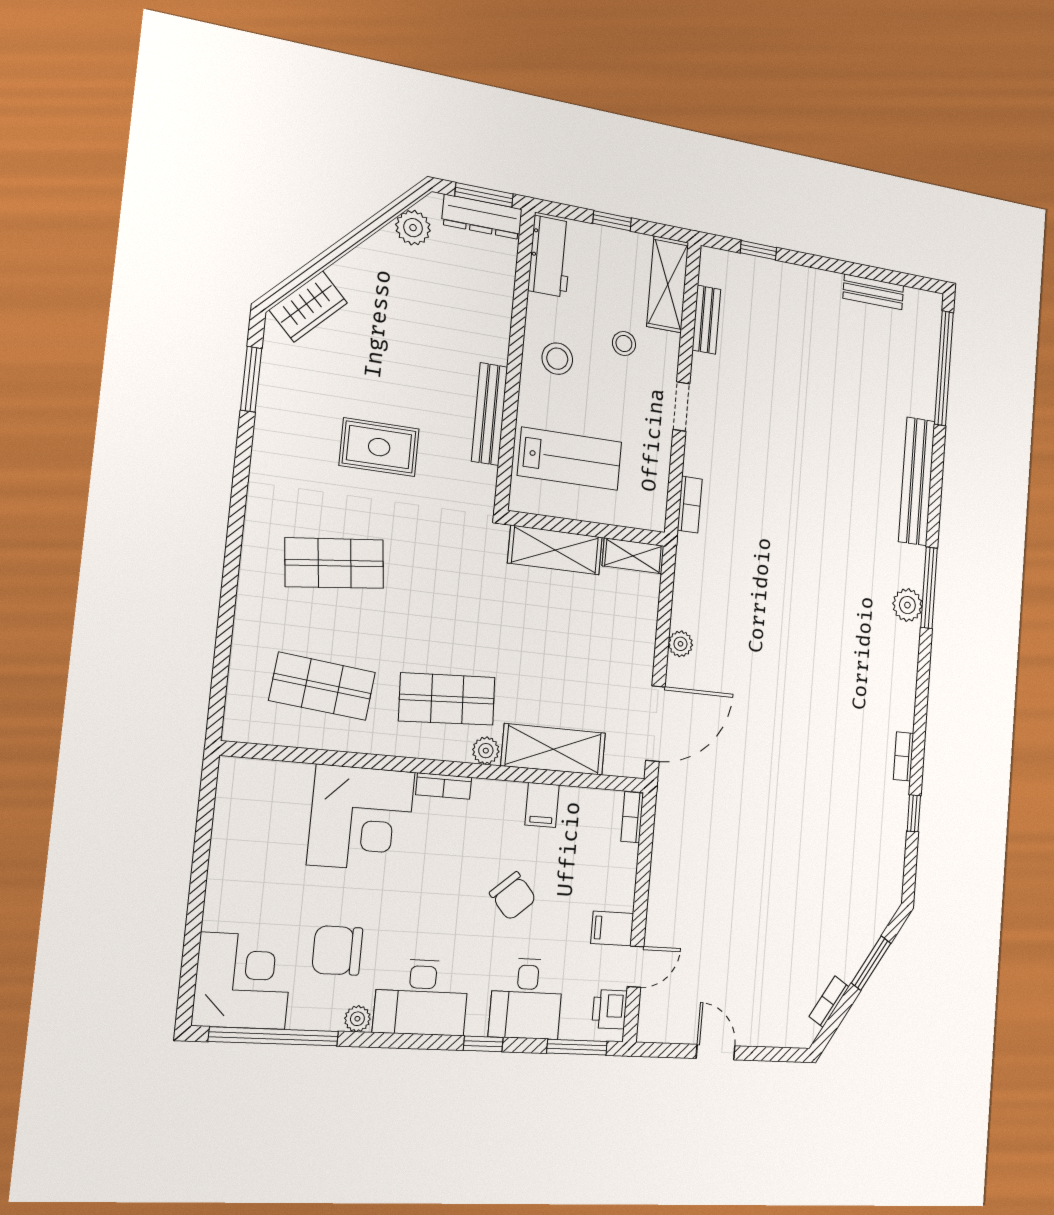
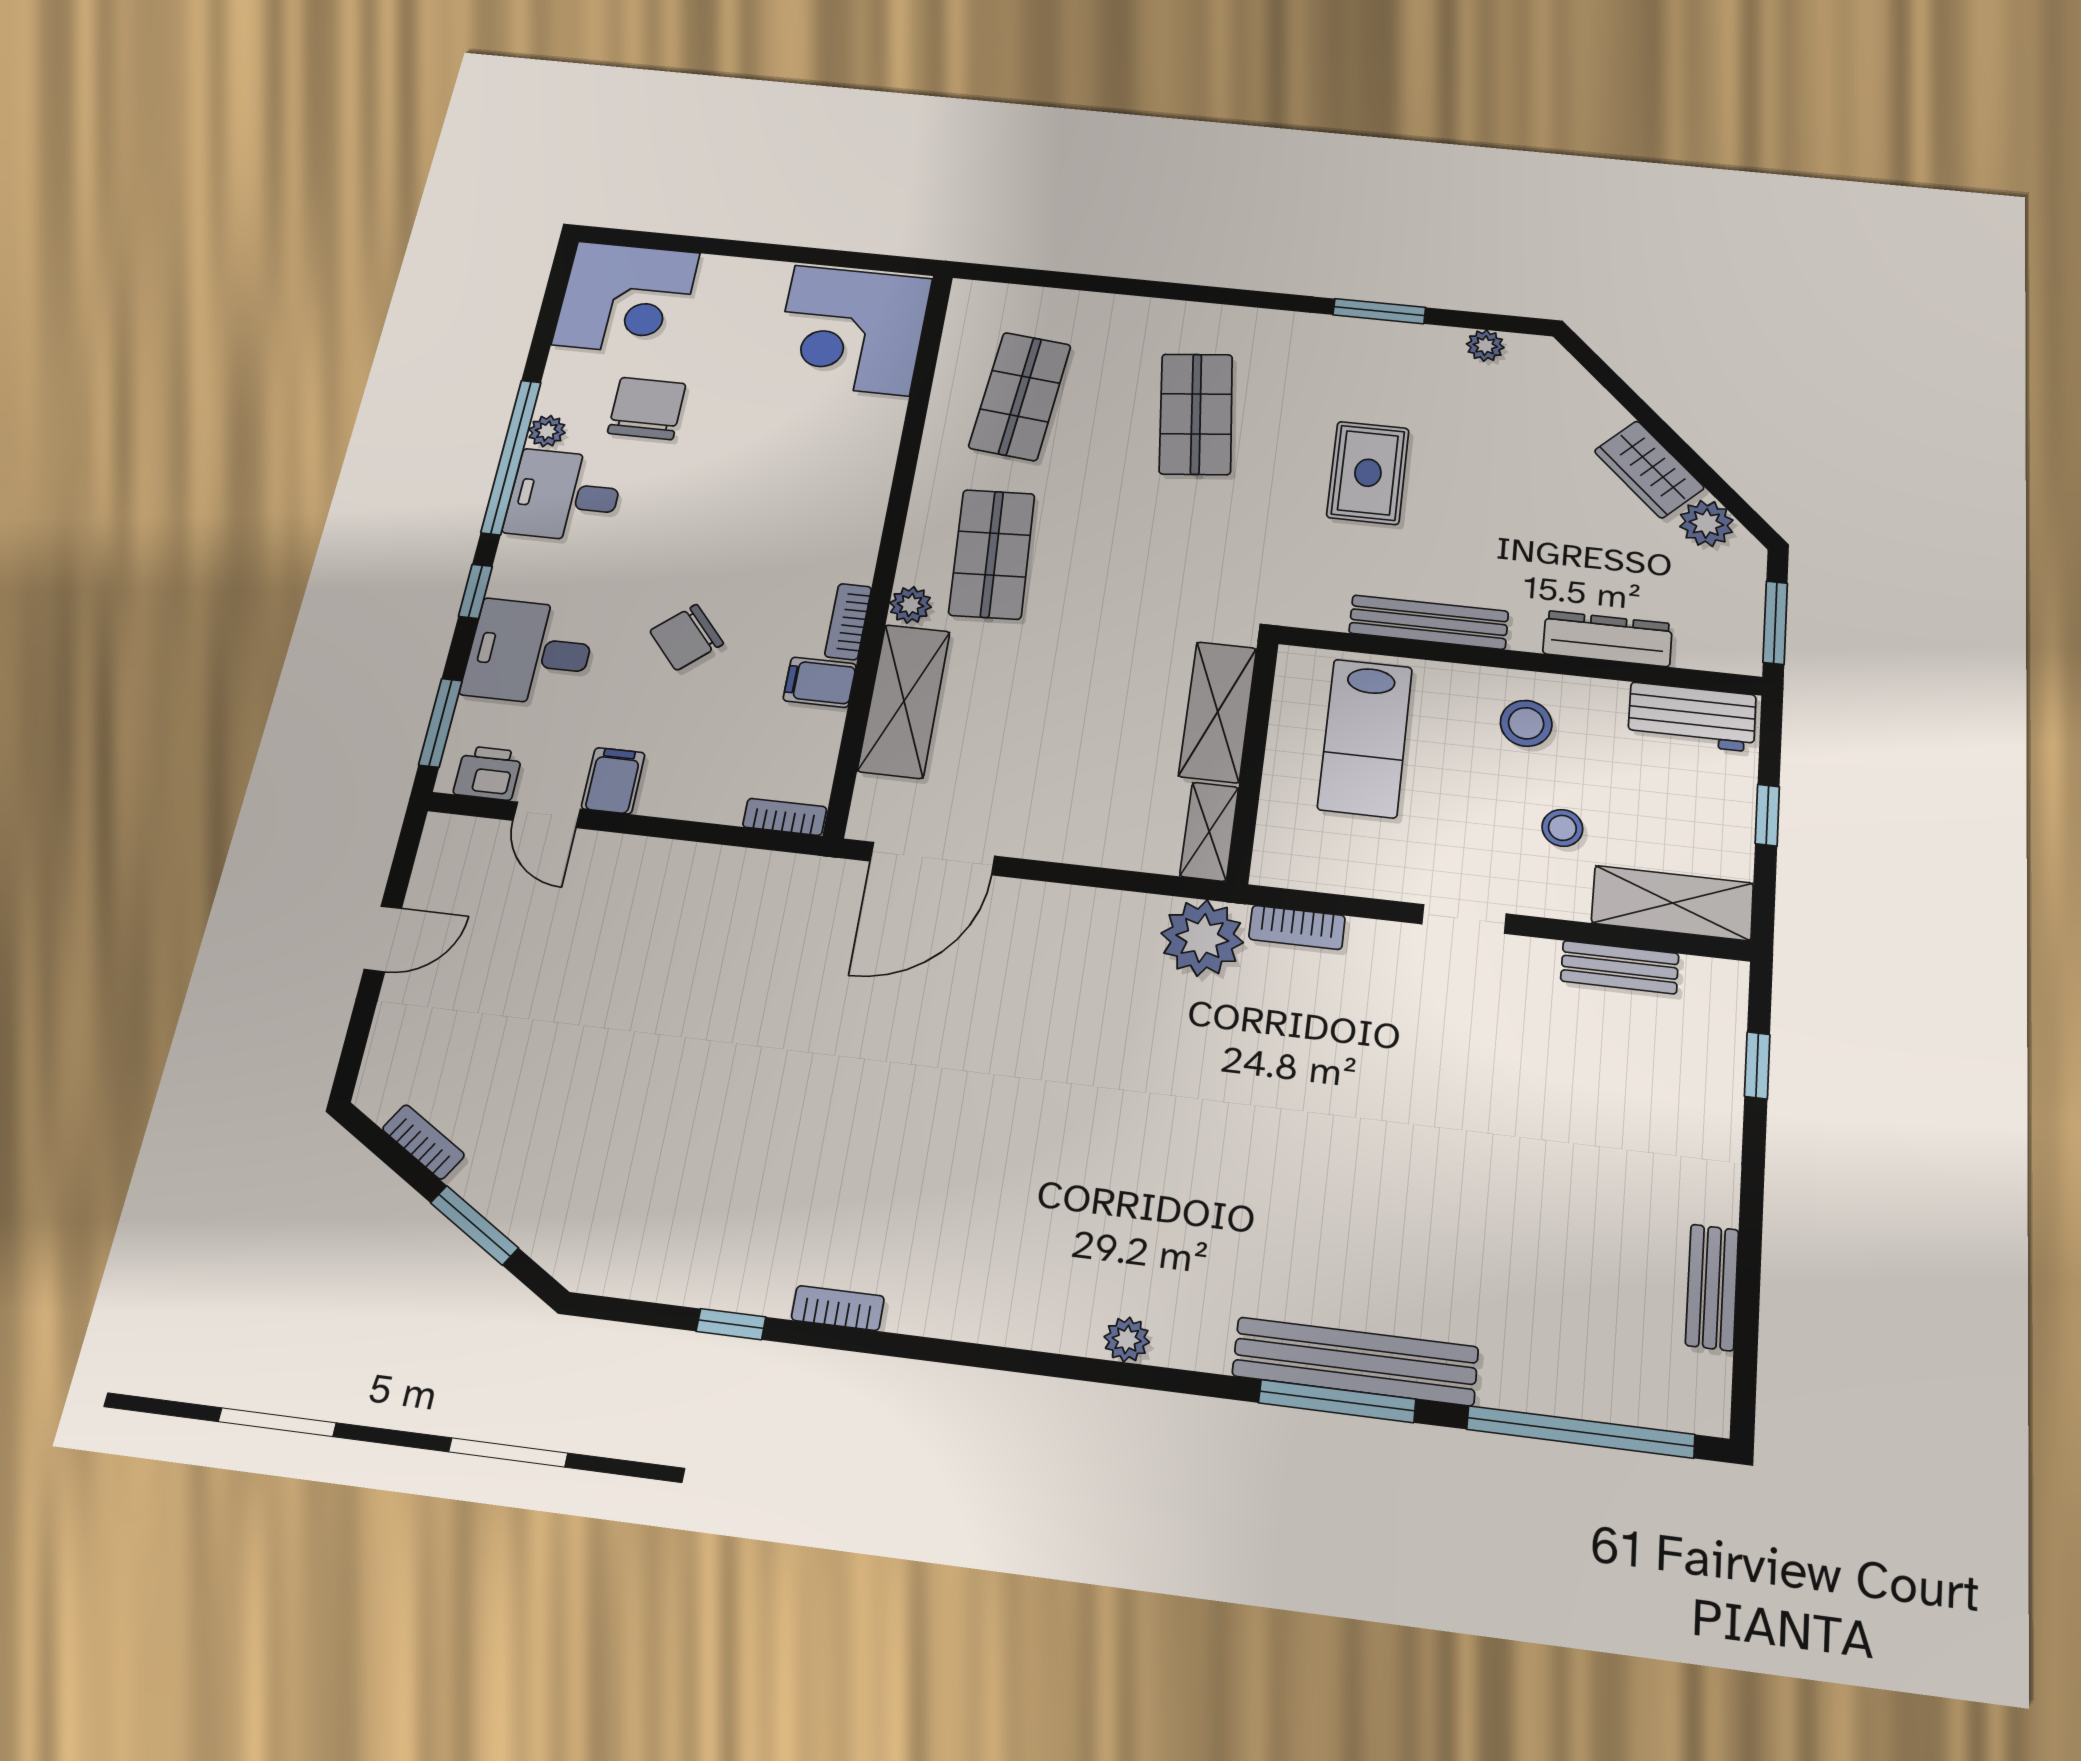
dresser: (482, 217) -> (1608, 639), moved, turned 90
wardrobe: (308, 306) -> (1649, 469), moved
plant: (274, 360) -> (1485, 346), added
window: (251, 379) -> (1379, 311), moved
window: (929, 588) -> (1337, 1401), moved
plant: (907, 605) -> (1127, 1339), width x0.73, depth x0.73
plant: (680, 644) -> (1202, 938), moved, width x1.88, depth x1.88
door: (655, 724) -> (932, 859), hinge flipped
bookcase: (444, 786) -> (848, 622), moved
corner desk: (361, 818) -> (852, 330), moved
desk: (421, 997) -> (564, 496), width x0.73
window: (274, 1036) -> (511, 457), moved

